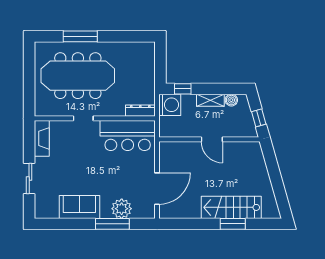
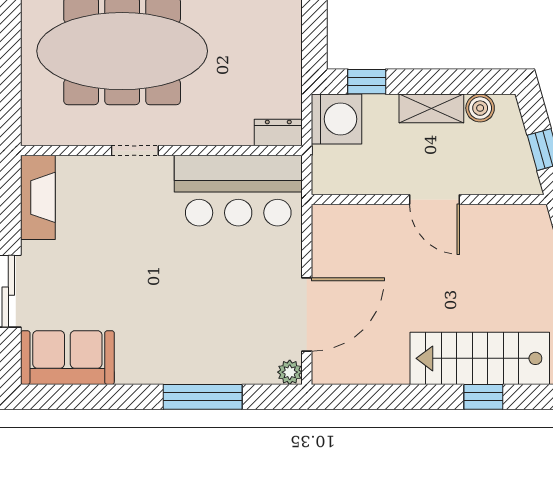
dresser: (140, 111) -> (278, 132), width x0.70
sofa: (79, 207) -> (67, 358), moved
plant: (122, 209) -> (290, 372), moved, width x0.53, depth x0.53
window: (233, 224) -> (483, 397), width x0.67

